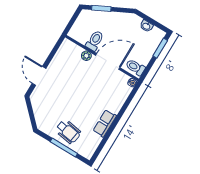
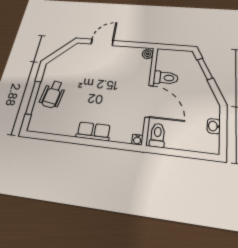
window: (160, 48) -> (196, 155), removed
plant: (86, 56) -> (148, 54), moved
row of seats: (105, 123) -> (93, 131), moved

